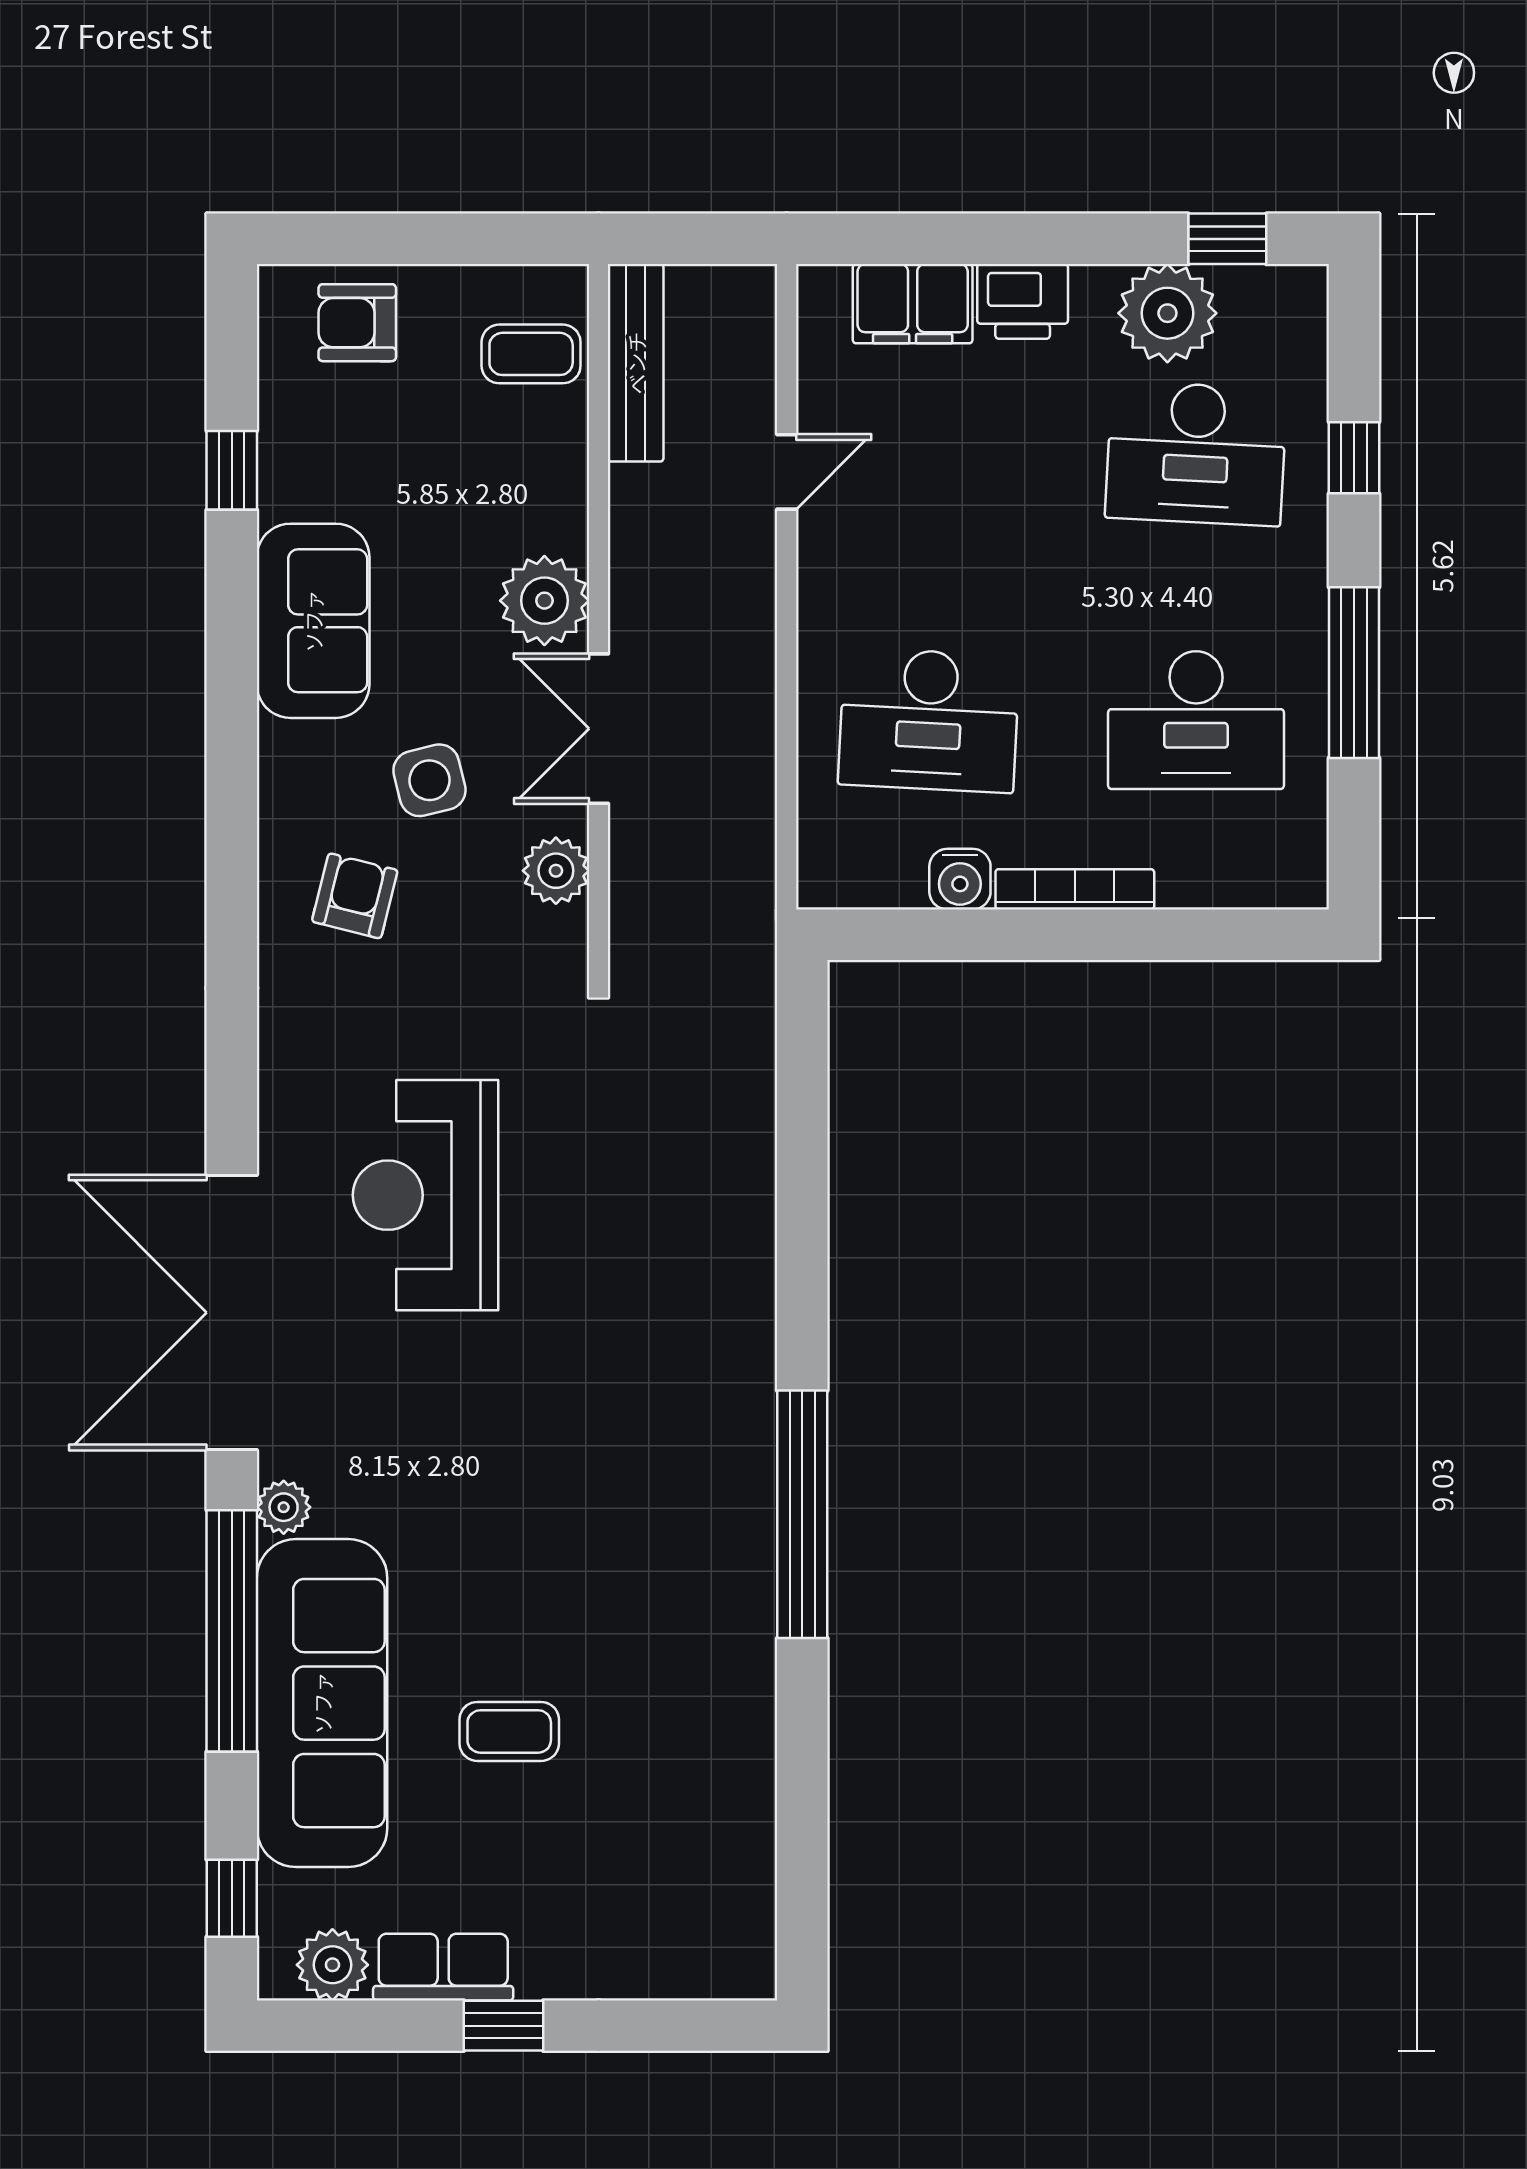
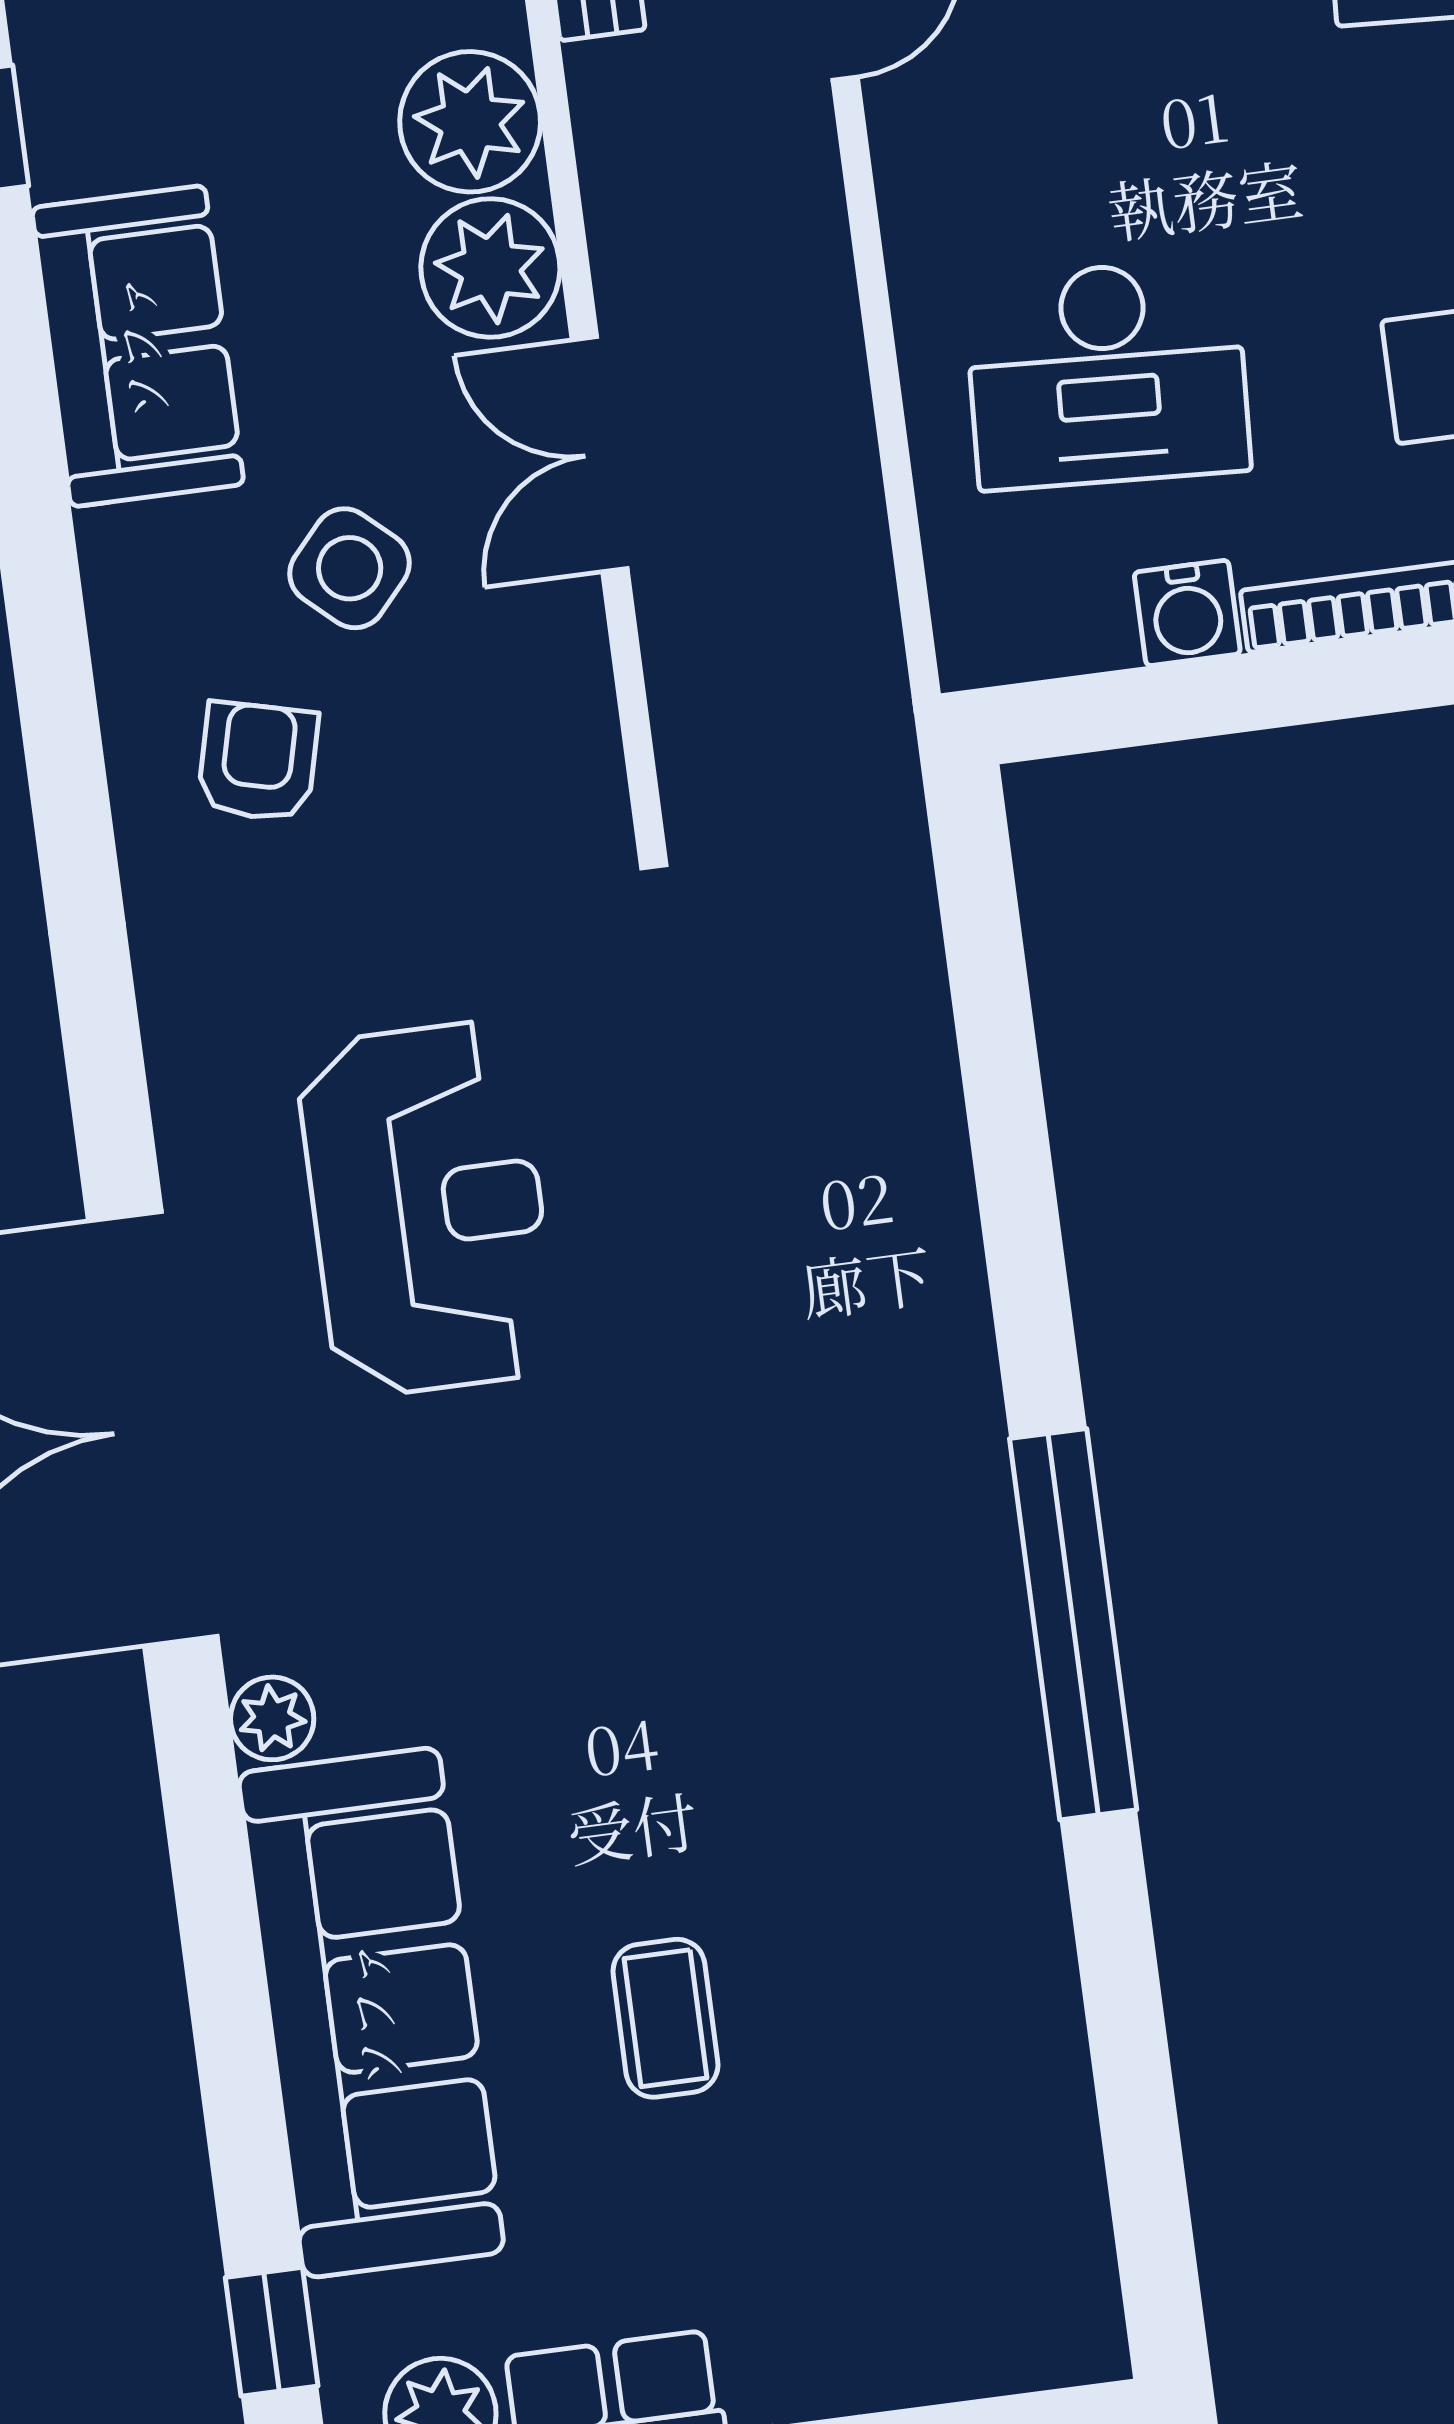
side table: (429, 780) -> (350, 568), turned -34
plant: (556, 871) -> (470, 122), moved, width x1.36, depth x1.36
reception desk: (425, 1195) -> (428, 1209), turned 180
window: (232, 1631) -> (217, 1920), removed
coffee table: (509, 1731) -> (665, 2018), turned 90

